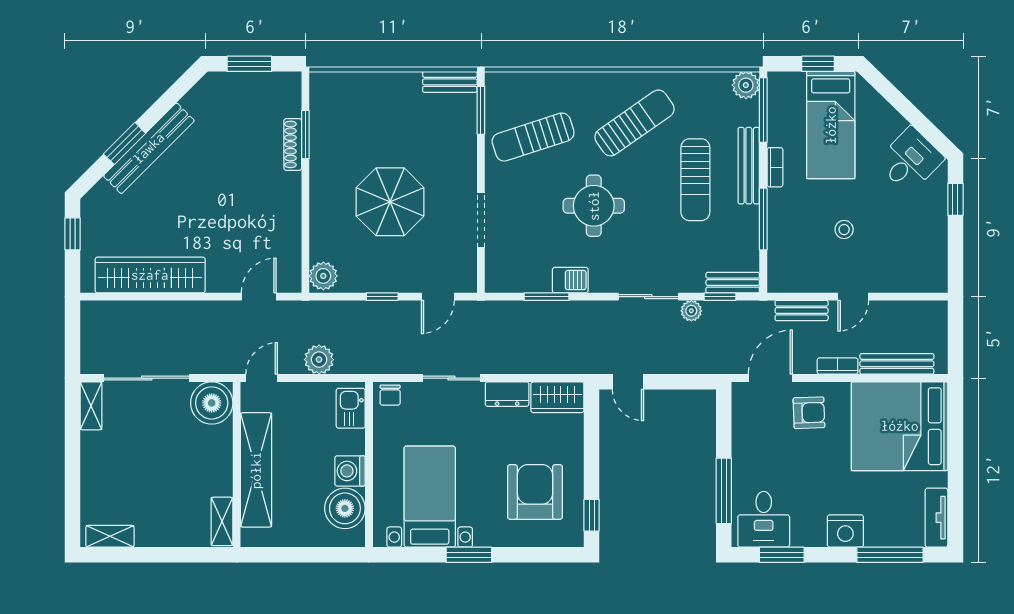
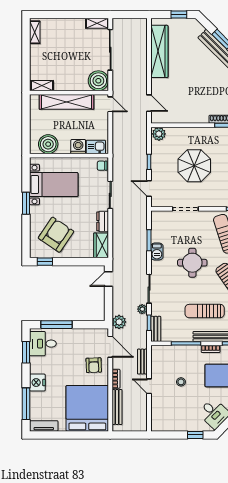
plant: (319, 360) -> (119, 322), moved
washing machine: (350, 471) -> (78, 147), moved
armchair: (535, 492) -> (56, 235), turned -56

